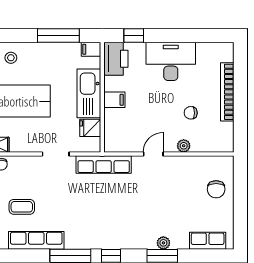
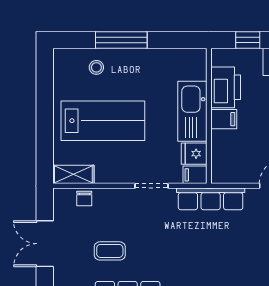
window: (58, 35) -> (121, 40), moved
filing cabinet: (91, 49) -> (195, 175), moved
printer: (116, 59) -> (226, 87), moved

